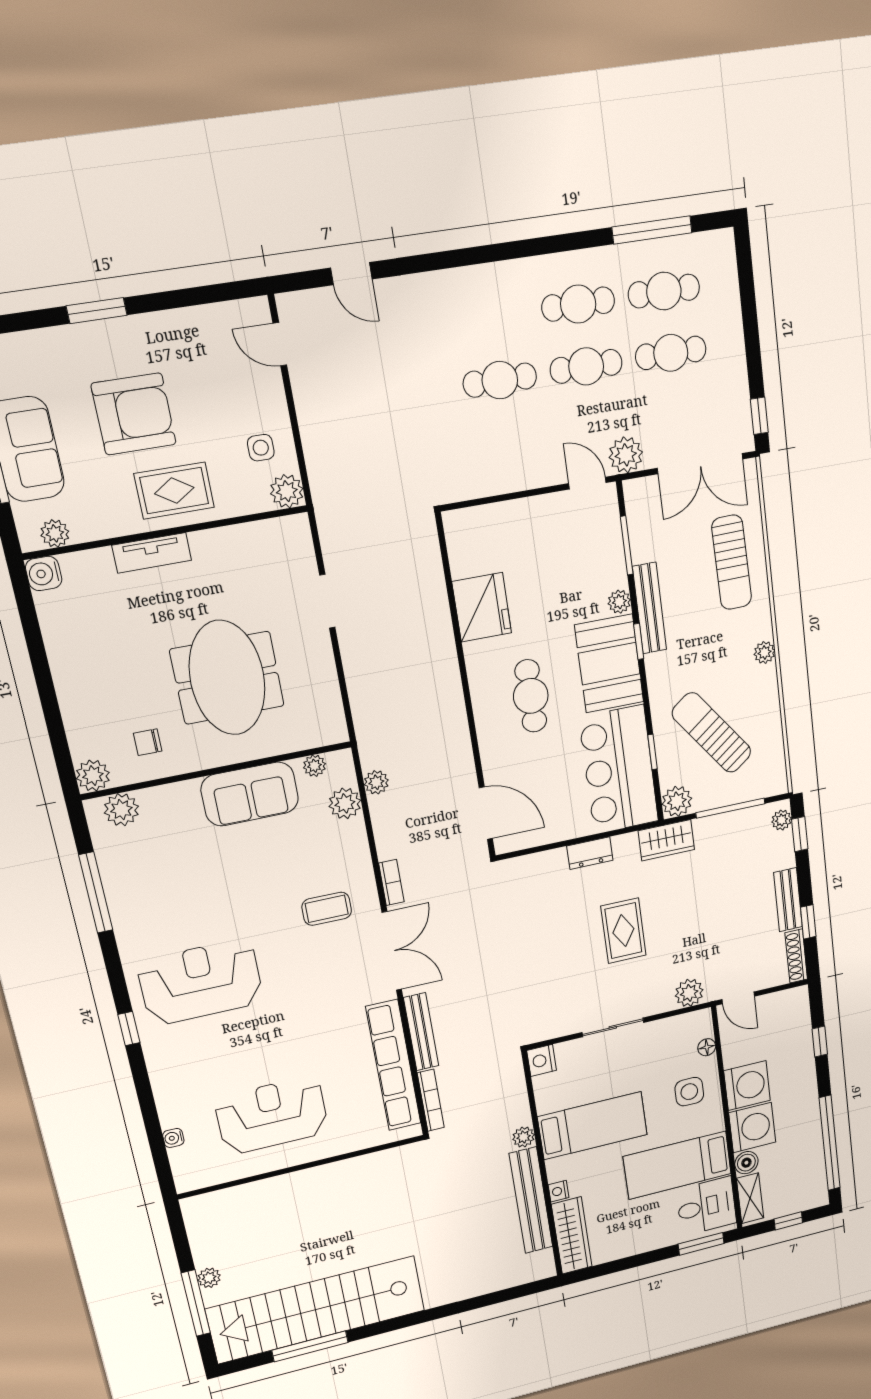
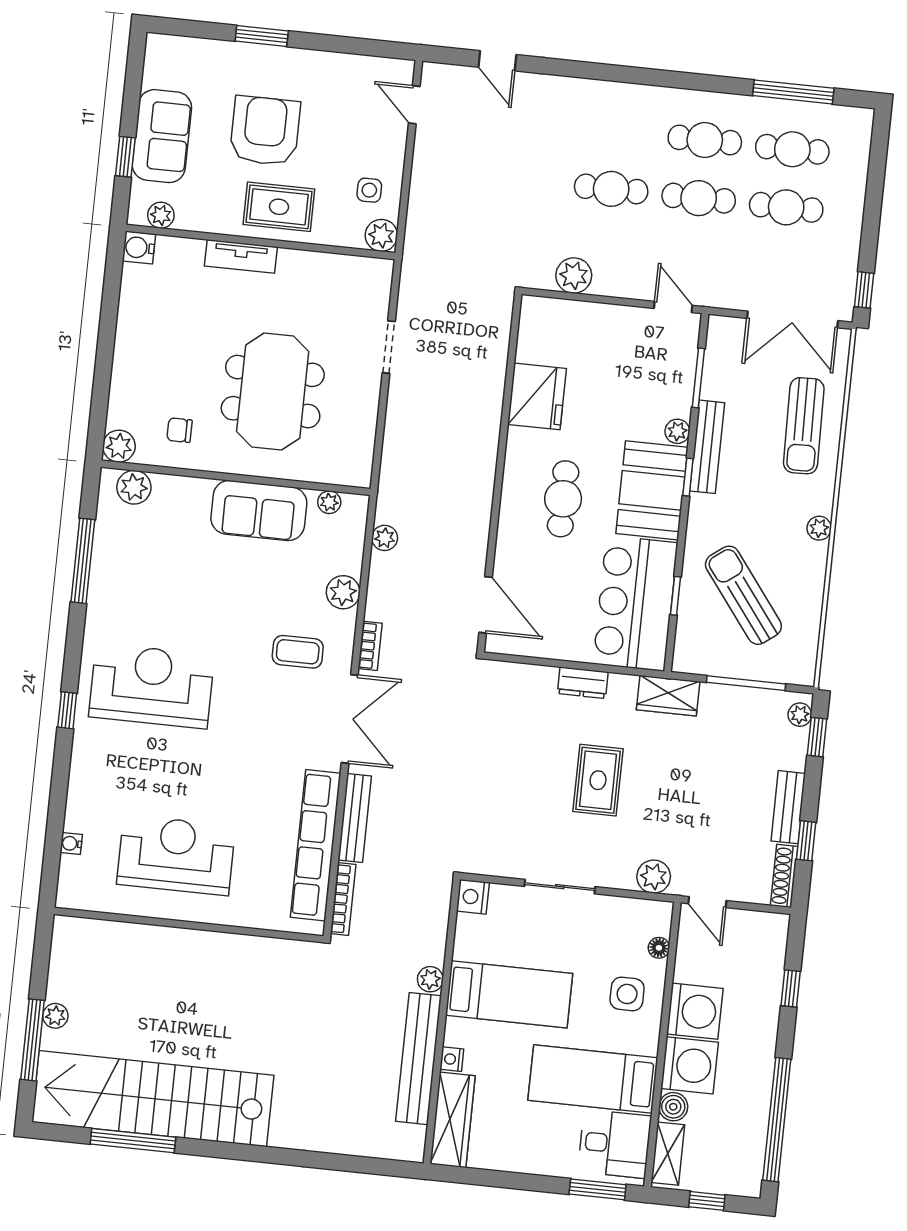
armchair: (134, 414) -> (265, 131), turned -90
plant: (626, 455) -> (574, 275), moved
plant: (677, 801) -> (689, 657), removed
plant: (345, 803) -> (343, 592), moved

